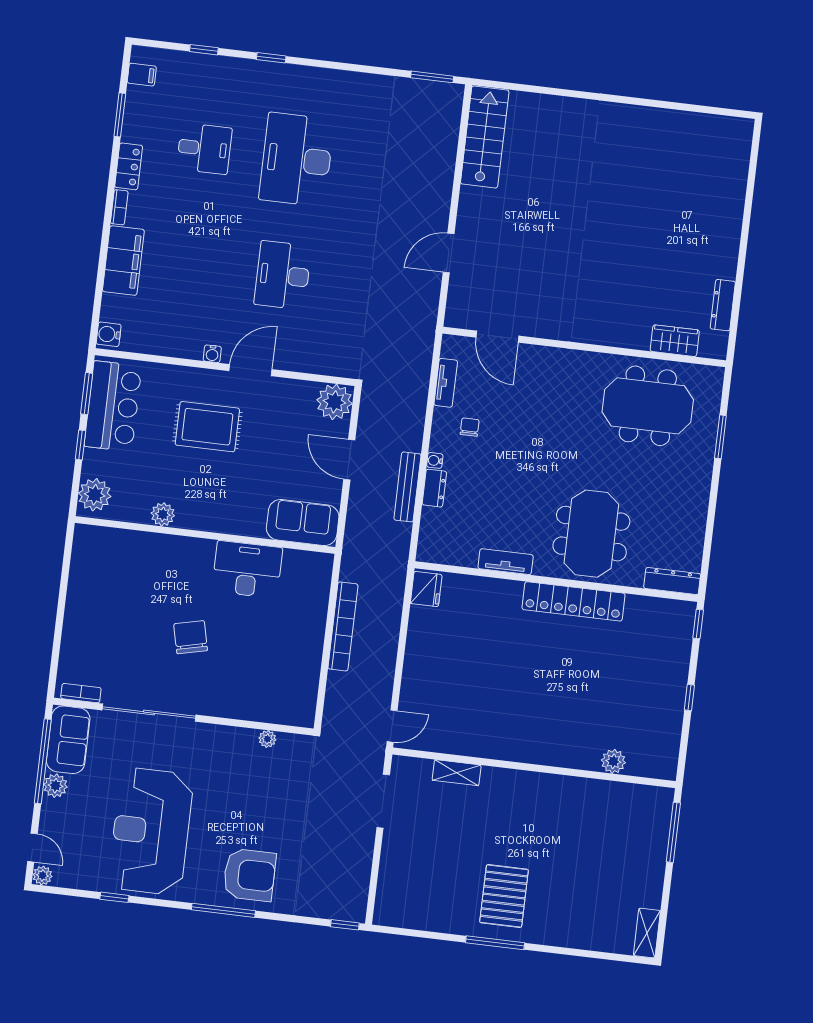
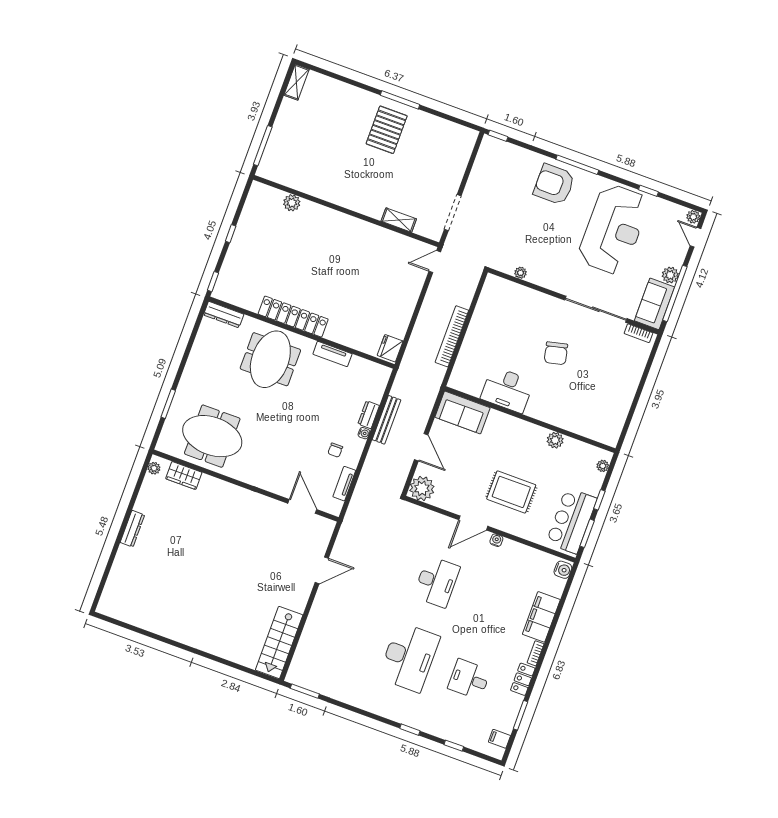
dresser: (723, 305) -> (132, 529), moved
plant: (719, 341) -> (154, 468), added
plant: (95, 495) -> (603, 466), width x0.53, depth x0.53

